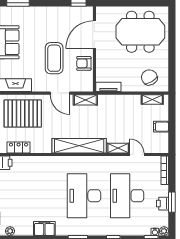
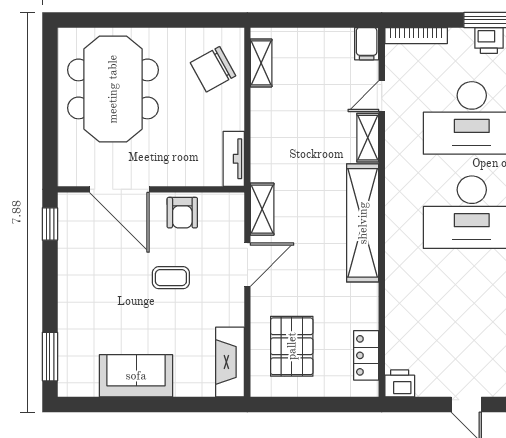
coffee table: (54, 58) -> (171, 278), width x0.54, depth x0.58
pallet: (23, 113) -> (292, 346), width x0.73, depth x0.71
filing cabinet: (161, 127) -> (367, 44), moved

